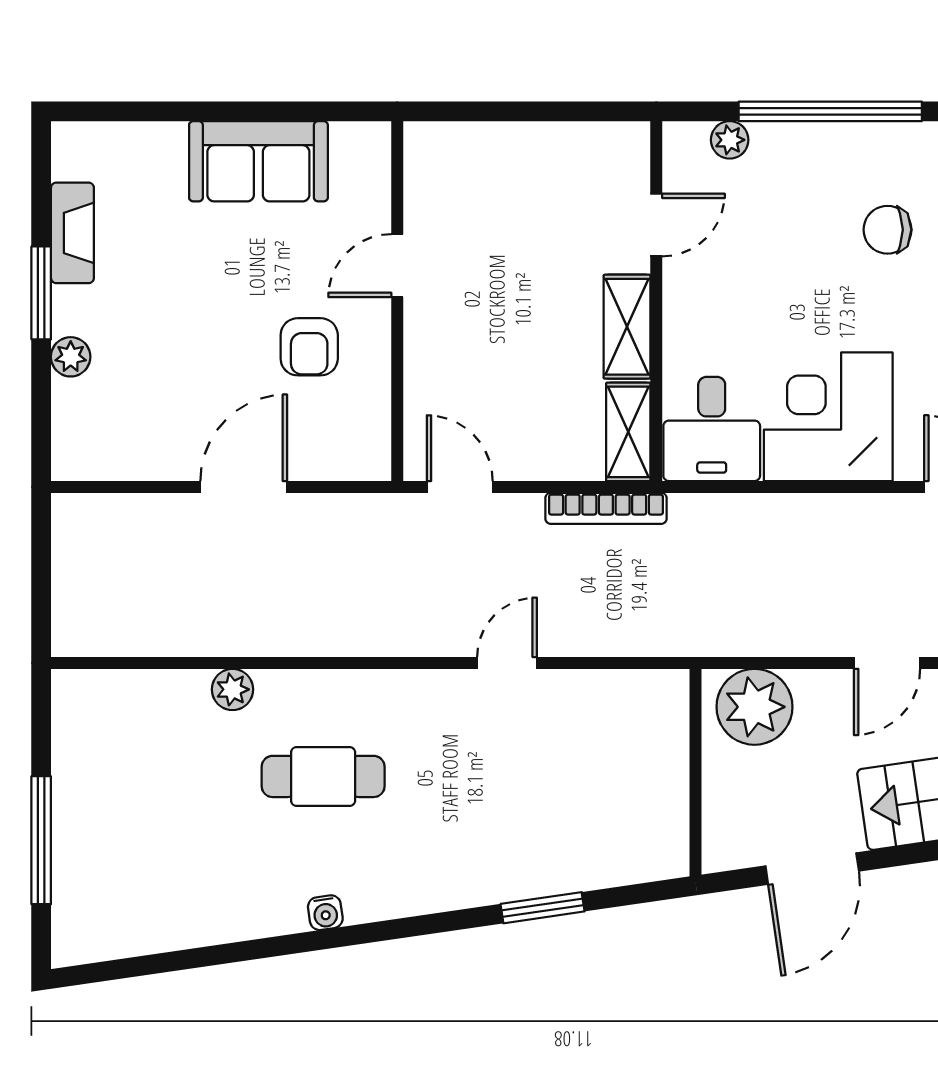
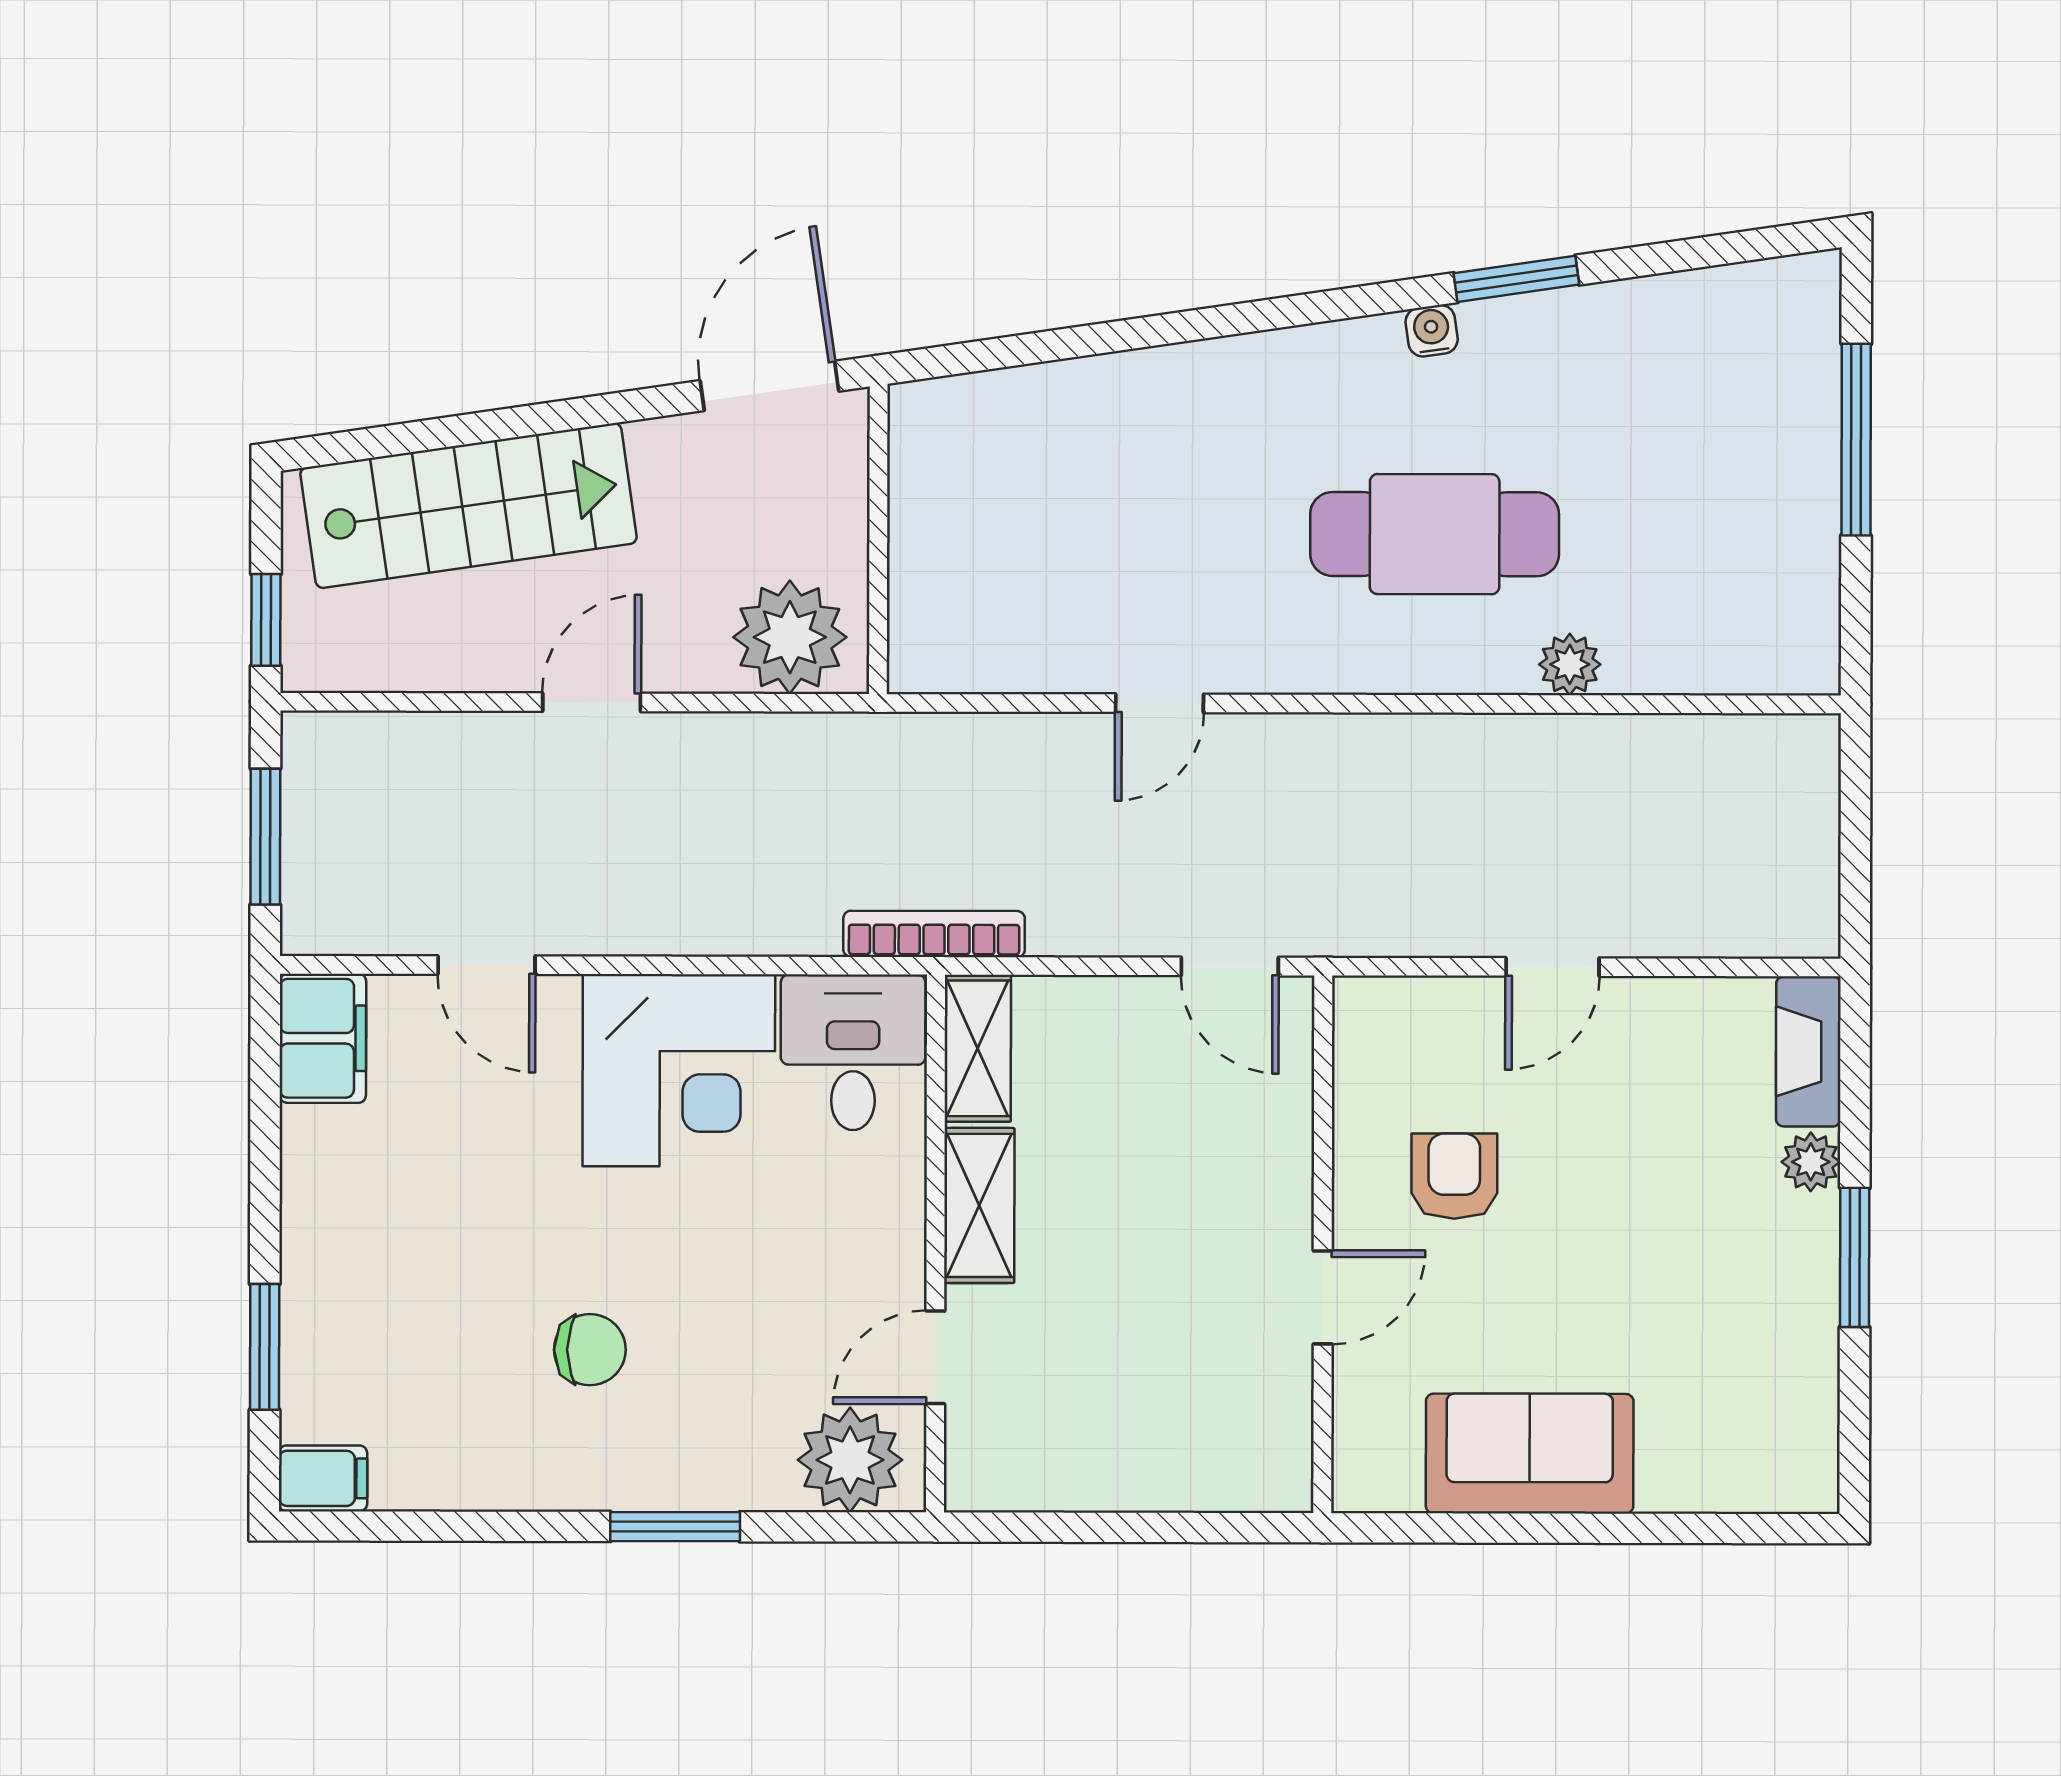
window: (830, 111) -> (675, 1527), width x0.47
plant: (730, 140) -> (850, 1460), width x1.88, depth x1.88
fireplace: (72, 233) -> (1808, 1051), moved
door: (244, 487) -> (1552, 967), width x0.73
bookcase: (606, 508) -> (934, 934), moved
cafe table: (323, 776) -> (1435, 534), width x1.37, depth x1.35
door: (812, 869) -> (769, 386), moved
window: (542, 908) -> (1516, 279), moved

